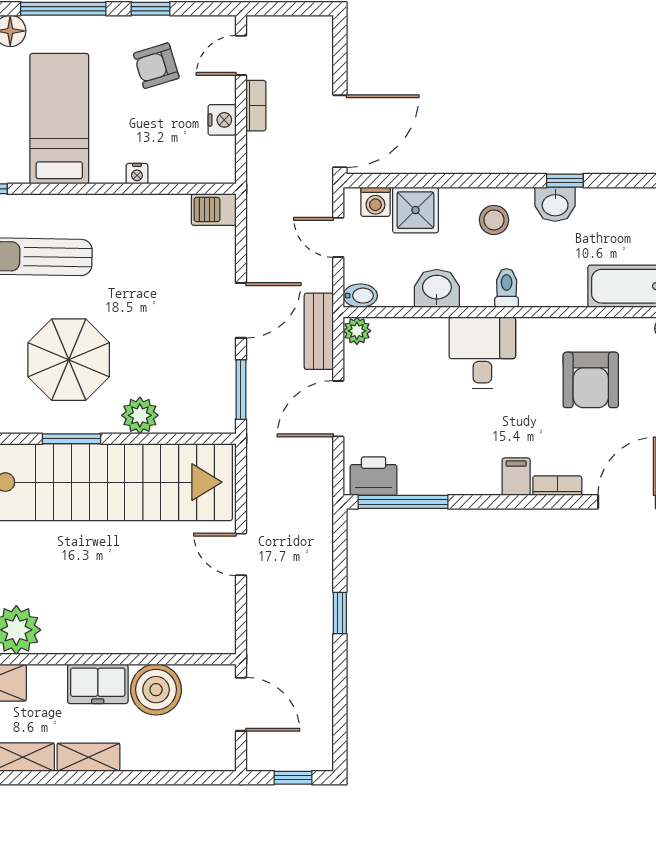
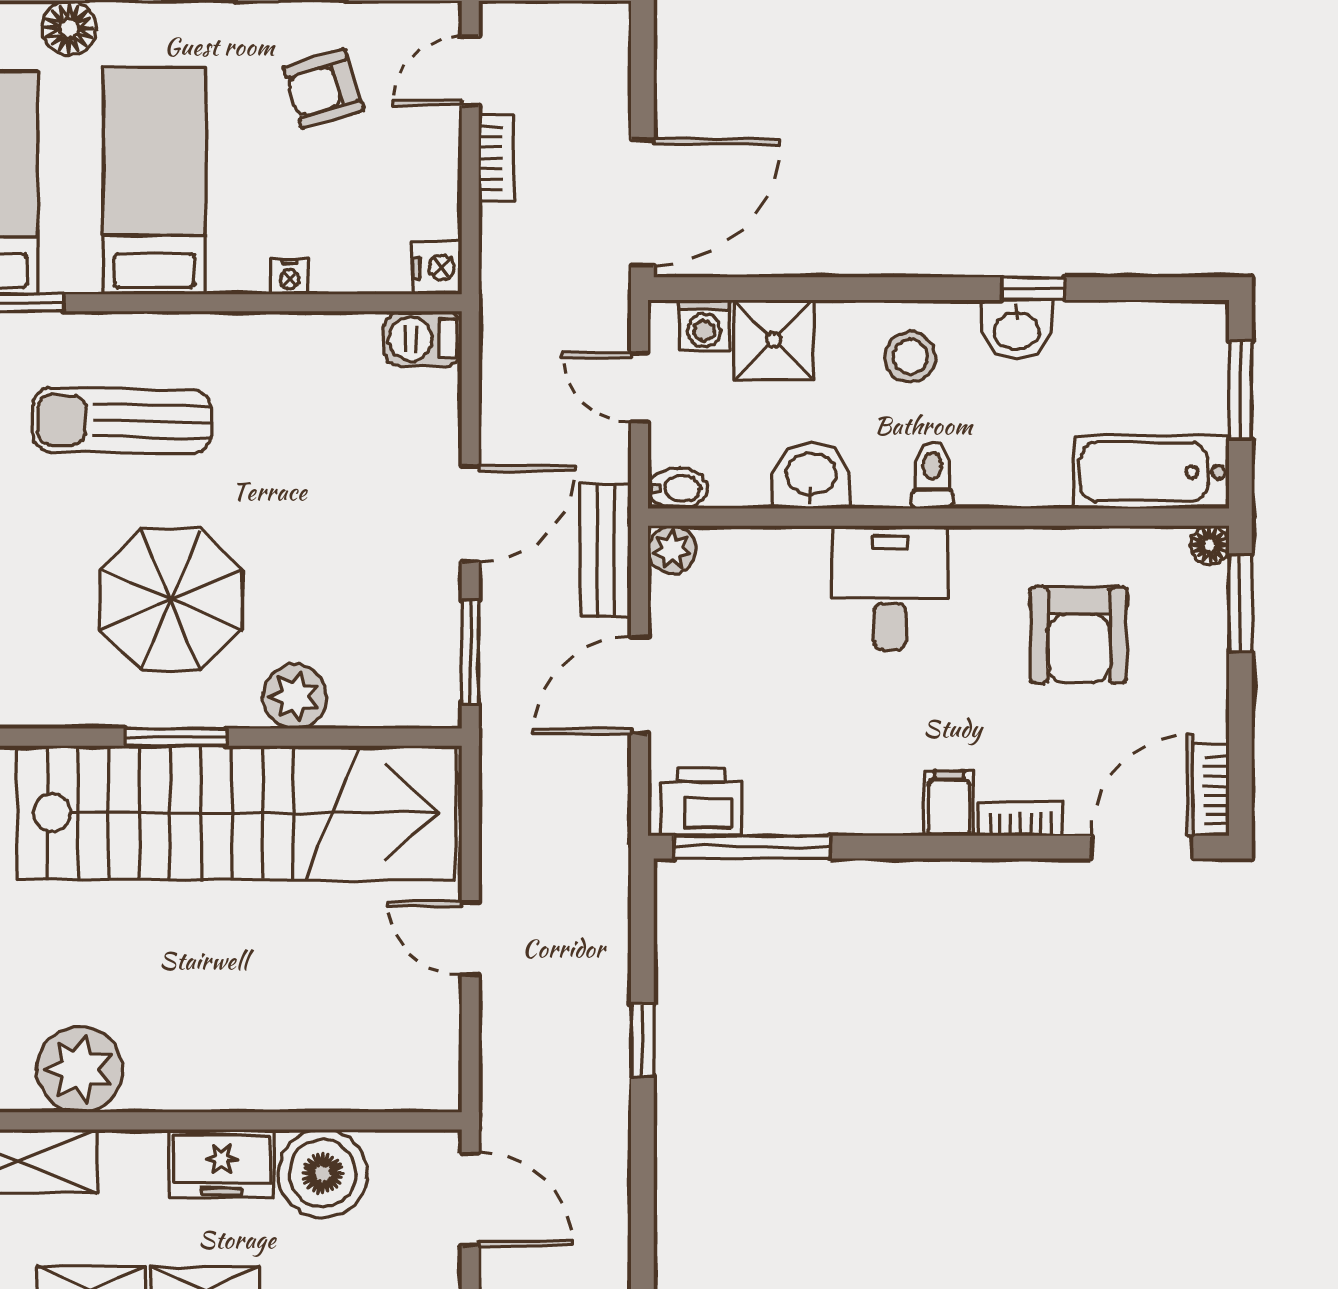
nightstand: (222, 120) -> (437, 268), moved

